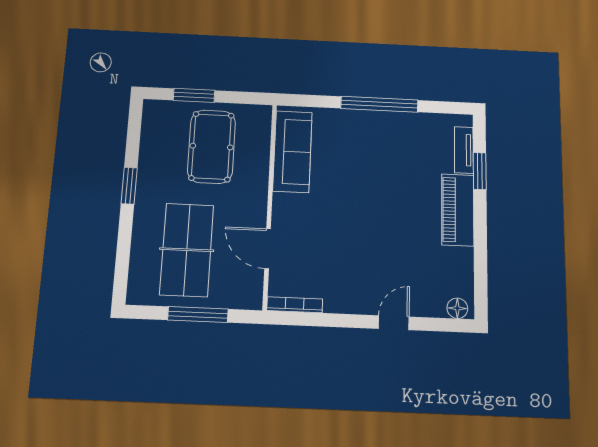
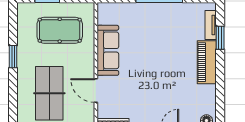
pool table: (212, 147) -> (60, 30), turned 90
sofa: (292, 152) -> (108, 50), moved

